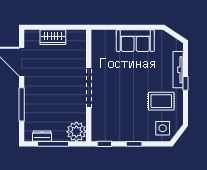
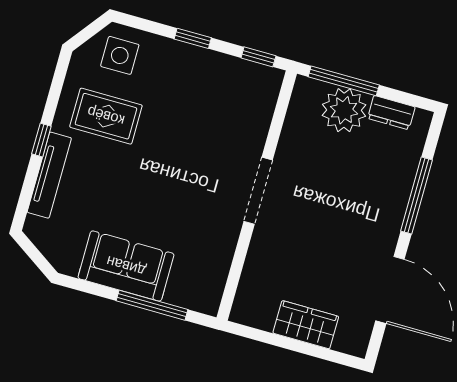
window: (120, 27) -> (152, 305), added
doorway: (89, 88) -> (258, 191), width x0.73
plant: (76, 132) -> (344, 110), moved
window: (53, 144) -> (344, 81), moved

